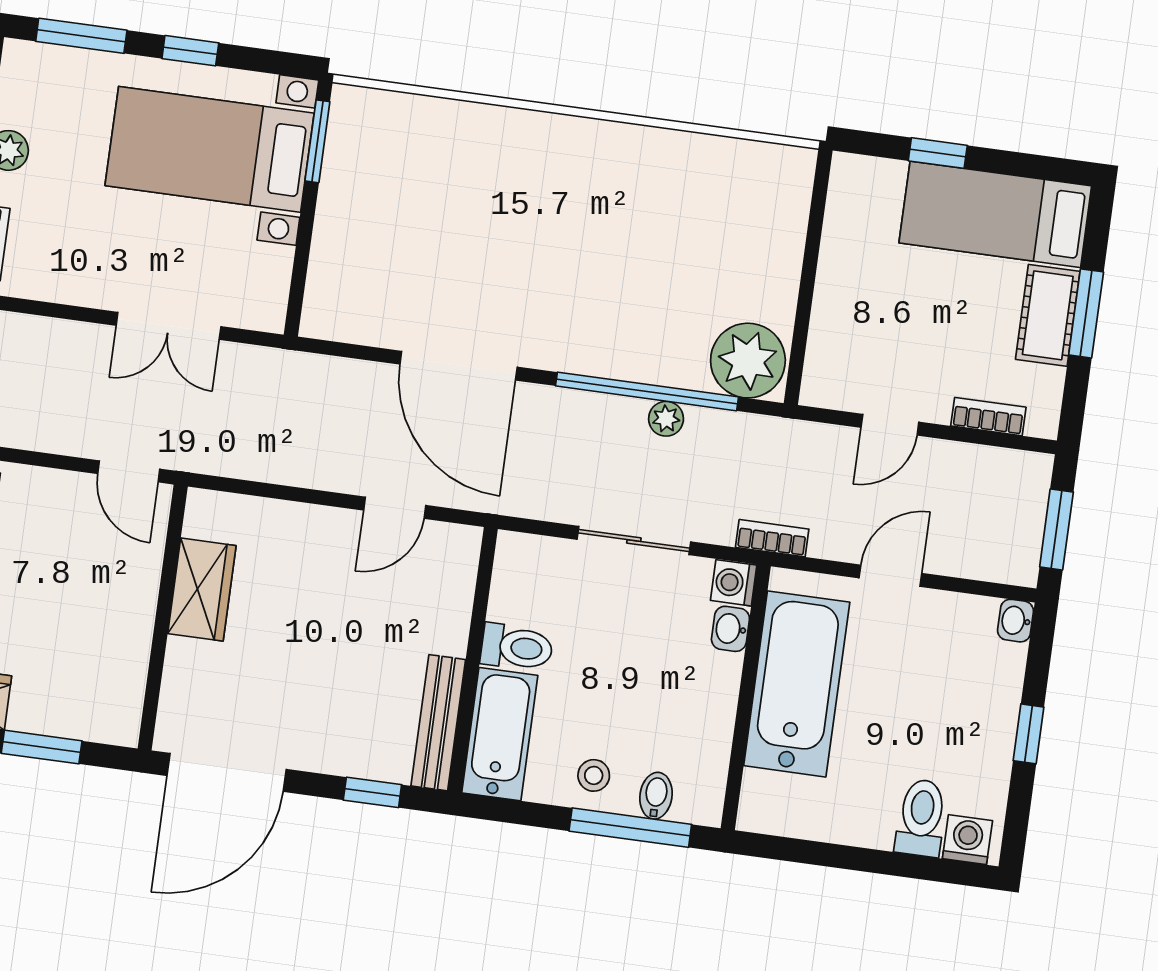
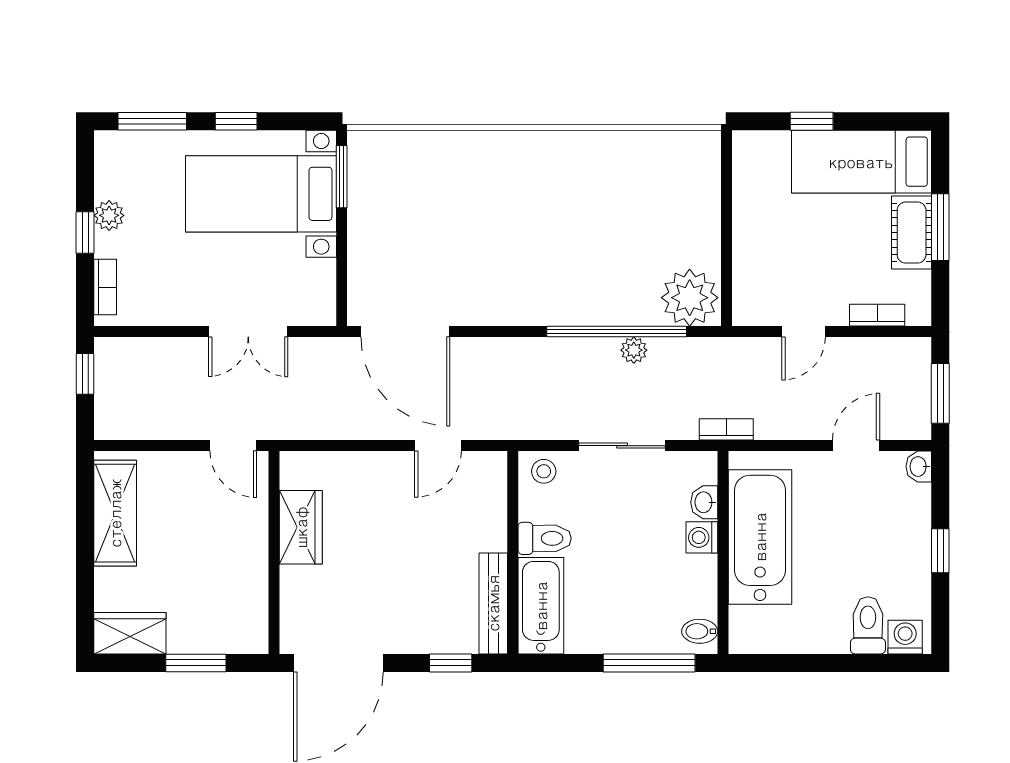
door: (459, 366) -> (405, 332), moved
door: (890, 576) -> (856, 446), moved
washing machine: (734, 583) -> (702, 537), moved
stool: (594, 775) -> (544, 471), moved
bidet: (656, 796) -> (700, 631), moved, turned -90

